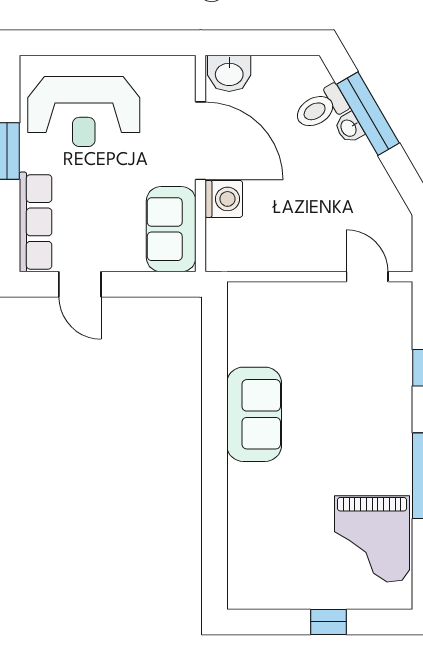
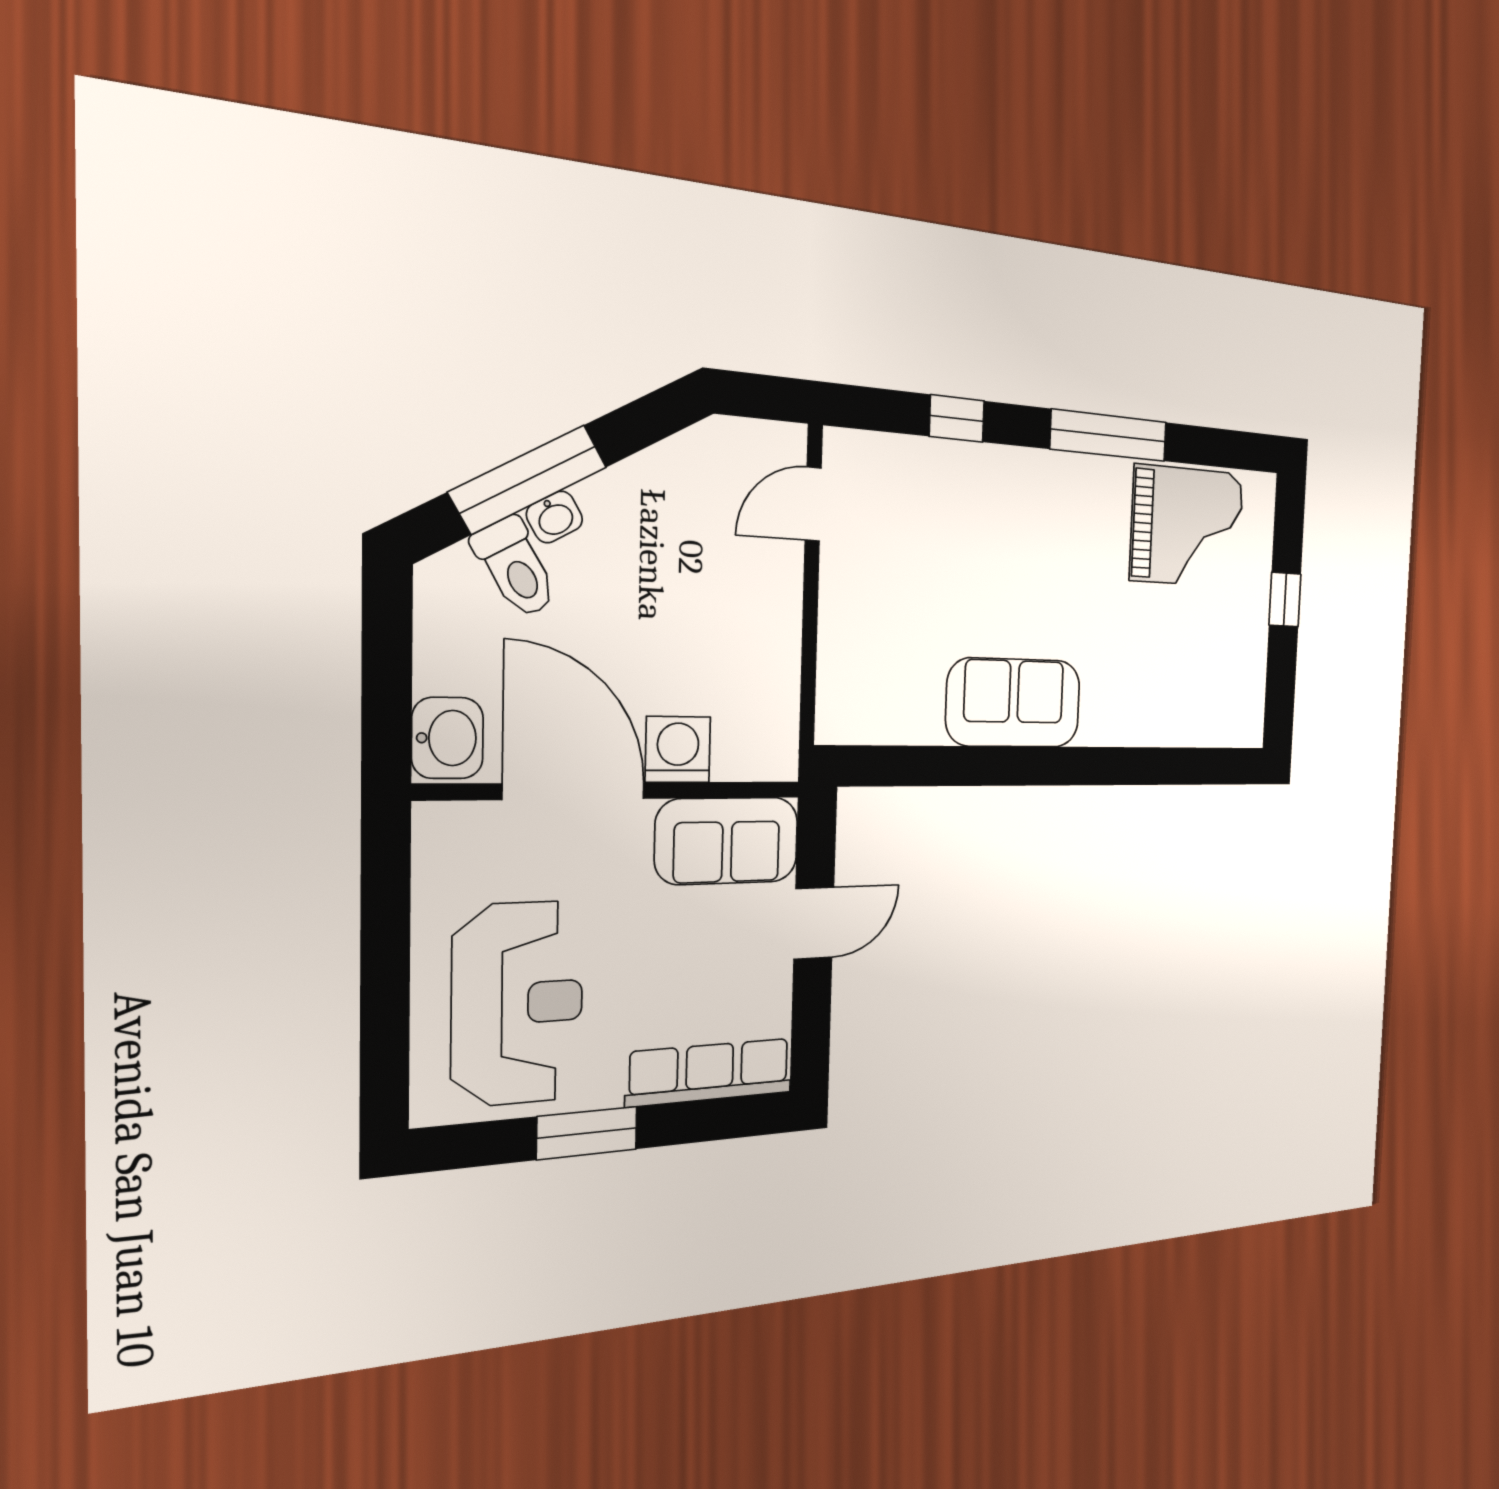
door: (201, 141) -> (574, 791), hinge flipped
door: (80, 284) -> (814, 923), moved

